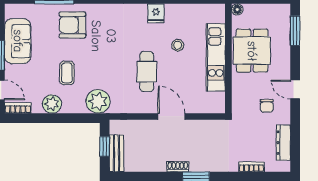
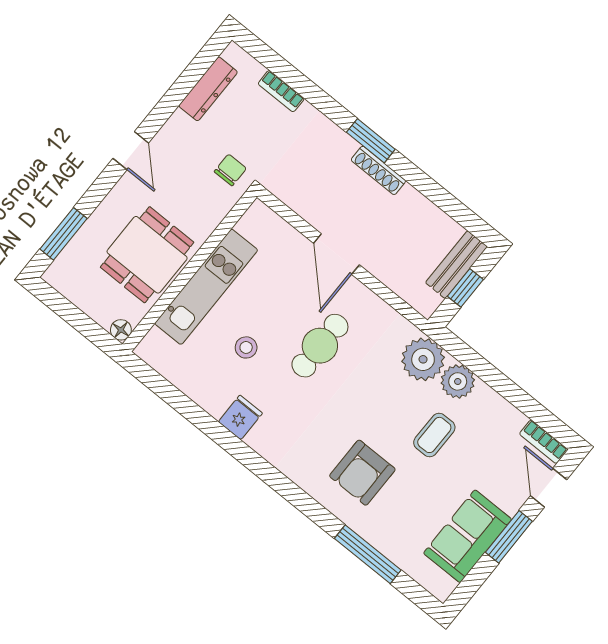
armchair: (72, 25) -> (362, 473), moved, turned 90
plant: (52, 104) -> (458, 381), moved
chair: (267, 106) -> (230, 170), moved
shoe rack: (178, 167) -> (378, 170), width x1.43

